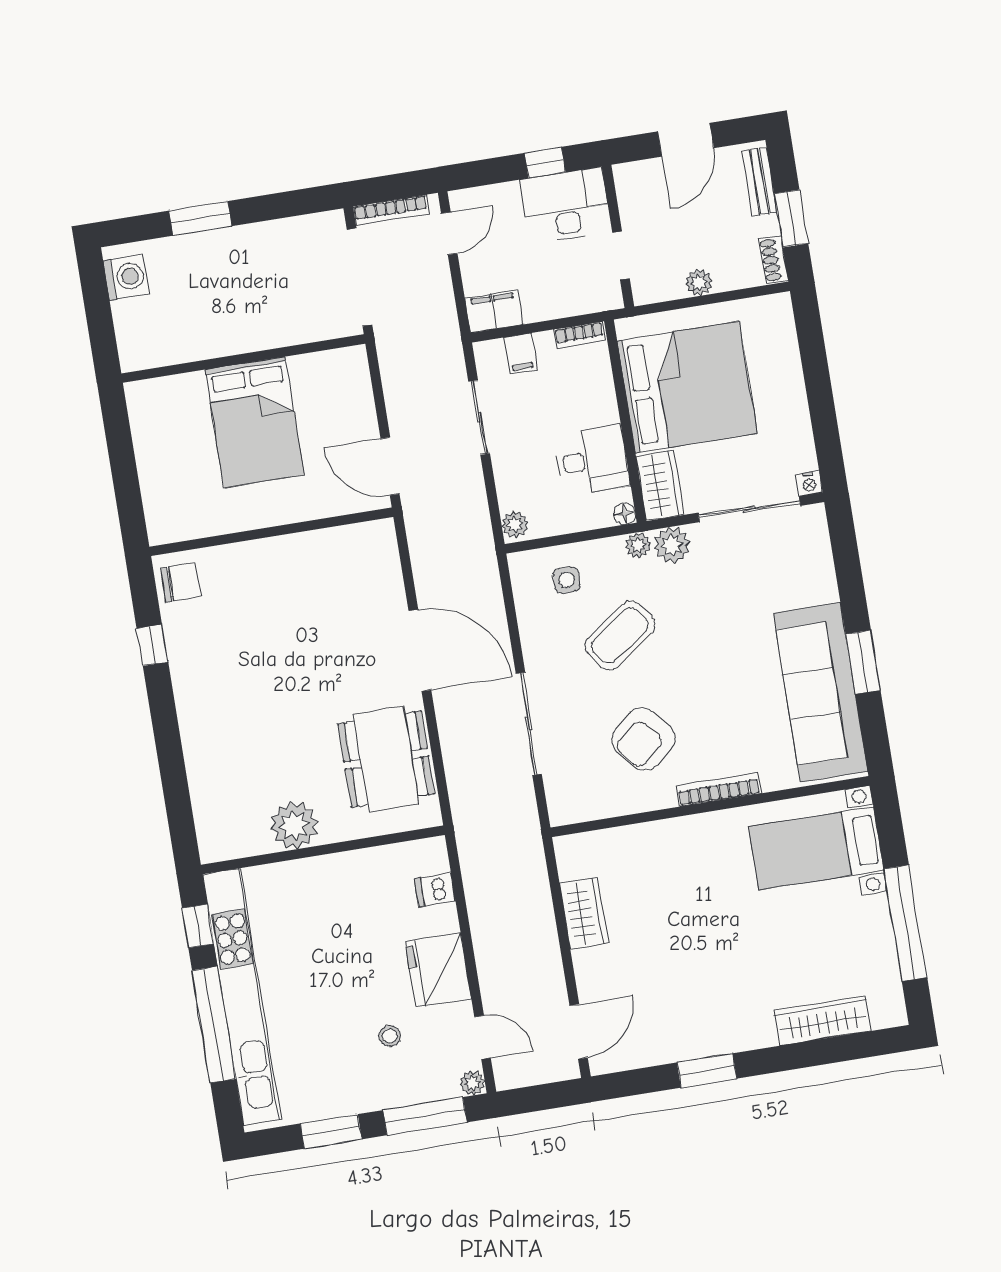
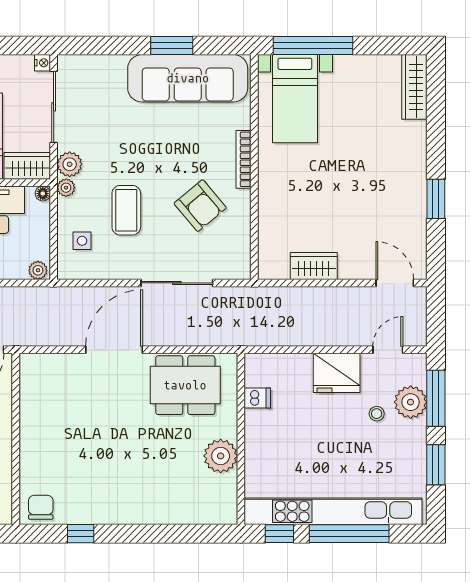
coffee table: (620, 636) -> (126, 210), turned 35
dishwasher: (435, 890) -> (257, 398), moved, turned -90
window: (905, 923) -> (313, 46), moved
wardrobe: (823, 1021) -> (414, 87), moved
plant: (472, 1083) -> (411, 402), moved, width x1.88, depth x1.88

